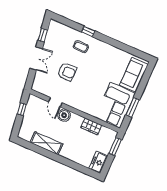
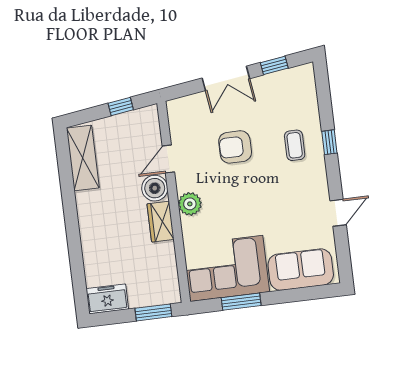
door: (120, 45) -> (338, 213), added
armchair: (67, 72) -> (235, 147), turned 90
plant: (79, 105) -> (190, 204), added
wardrobe: (91, 126) -> (161, 222), moved
shelving: (47, 143) -> (83, 158), moved

